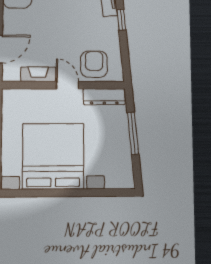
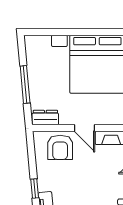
dresser: (104, 97) -> (45, 118), width x0.70

